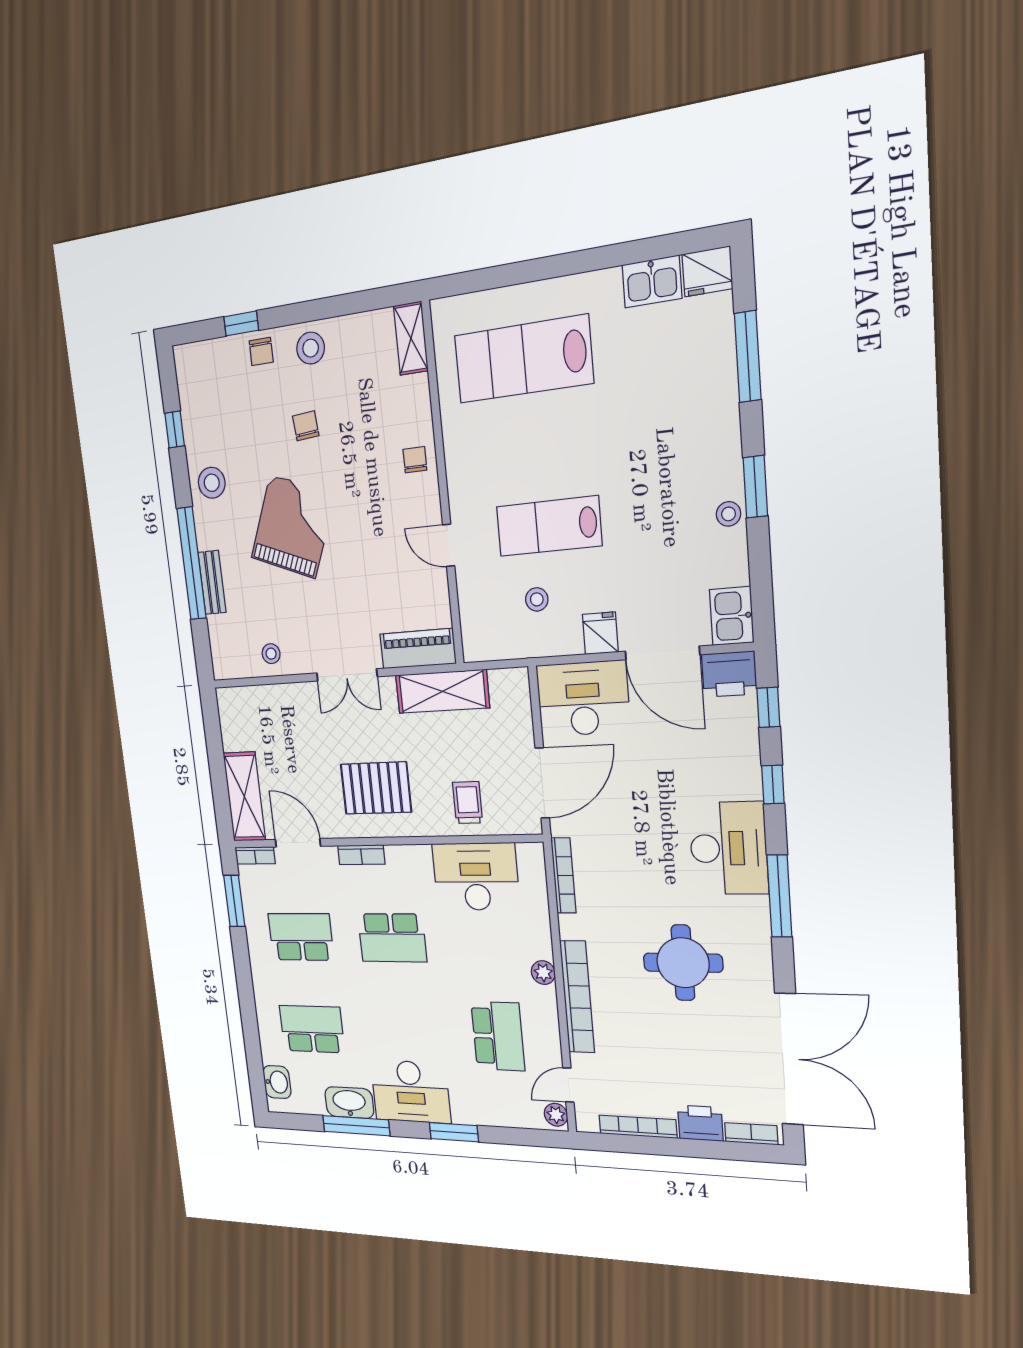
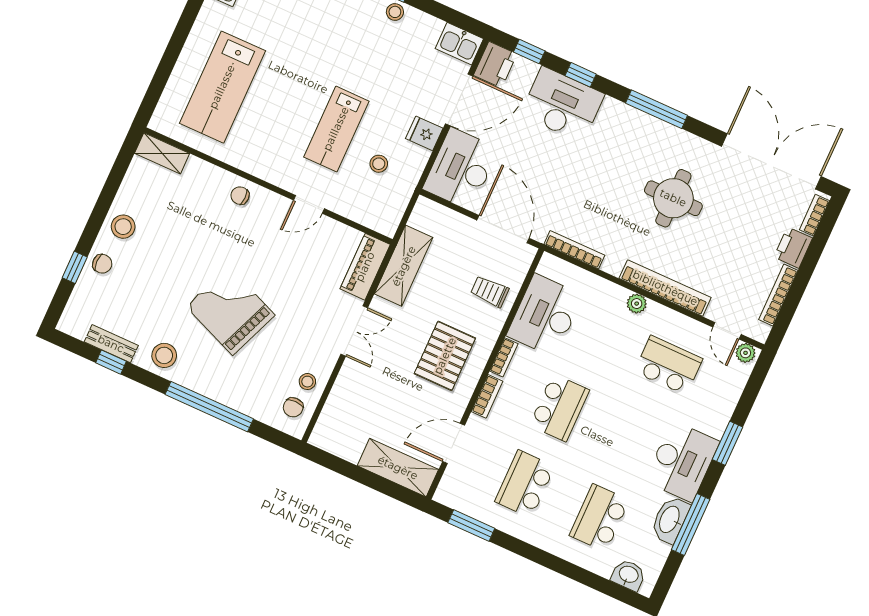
chair: (306, 426) -> (293, 407), moved, turned -85
bench: (212, 582) -> (111, 344), moved
desk: (728, 848) -> (562, 105), moved
bookcase: (255, 855) -> (504, 357), moved

